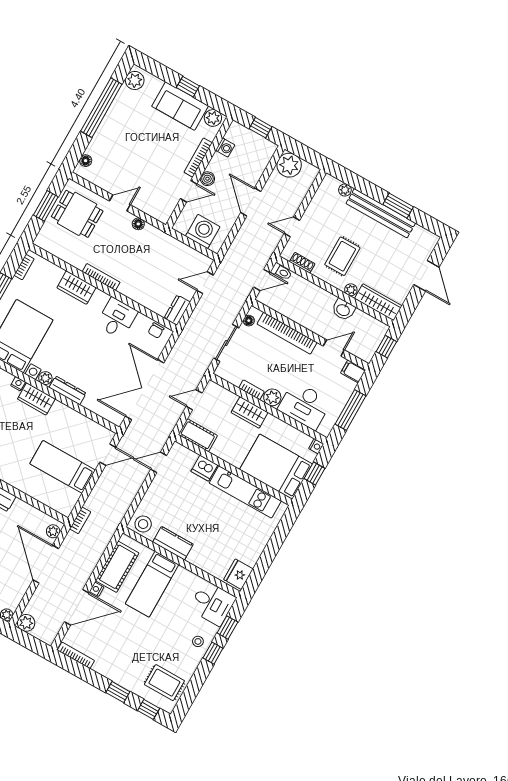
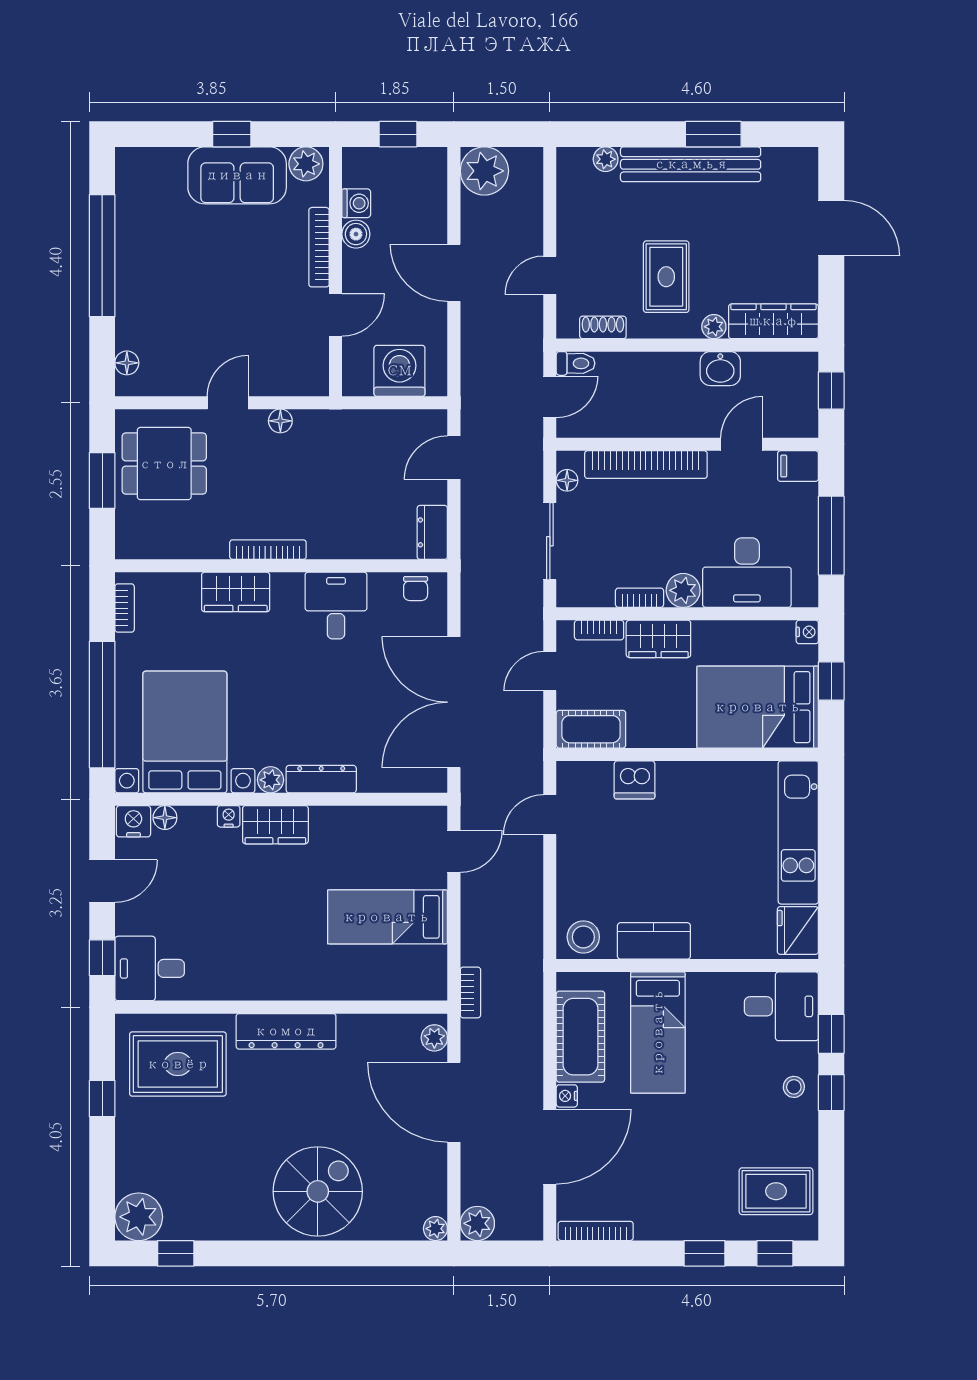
plant: (135, 80) -> (133, 176), removed
boiler: (207, 179) -> (356, 234), moved
bookcase: (226, 394) -> (599, 630), added
kitchen unit: (245, 492) -> (798, 832), moved, turned 90

